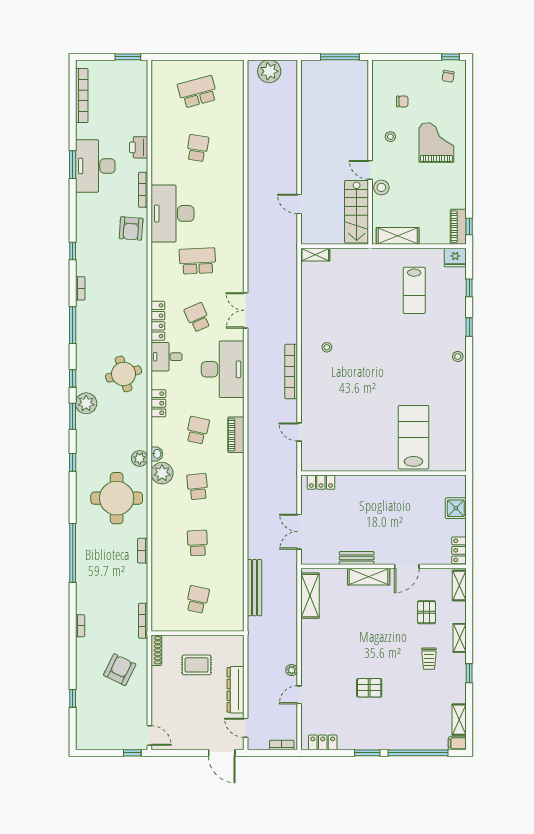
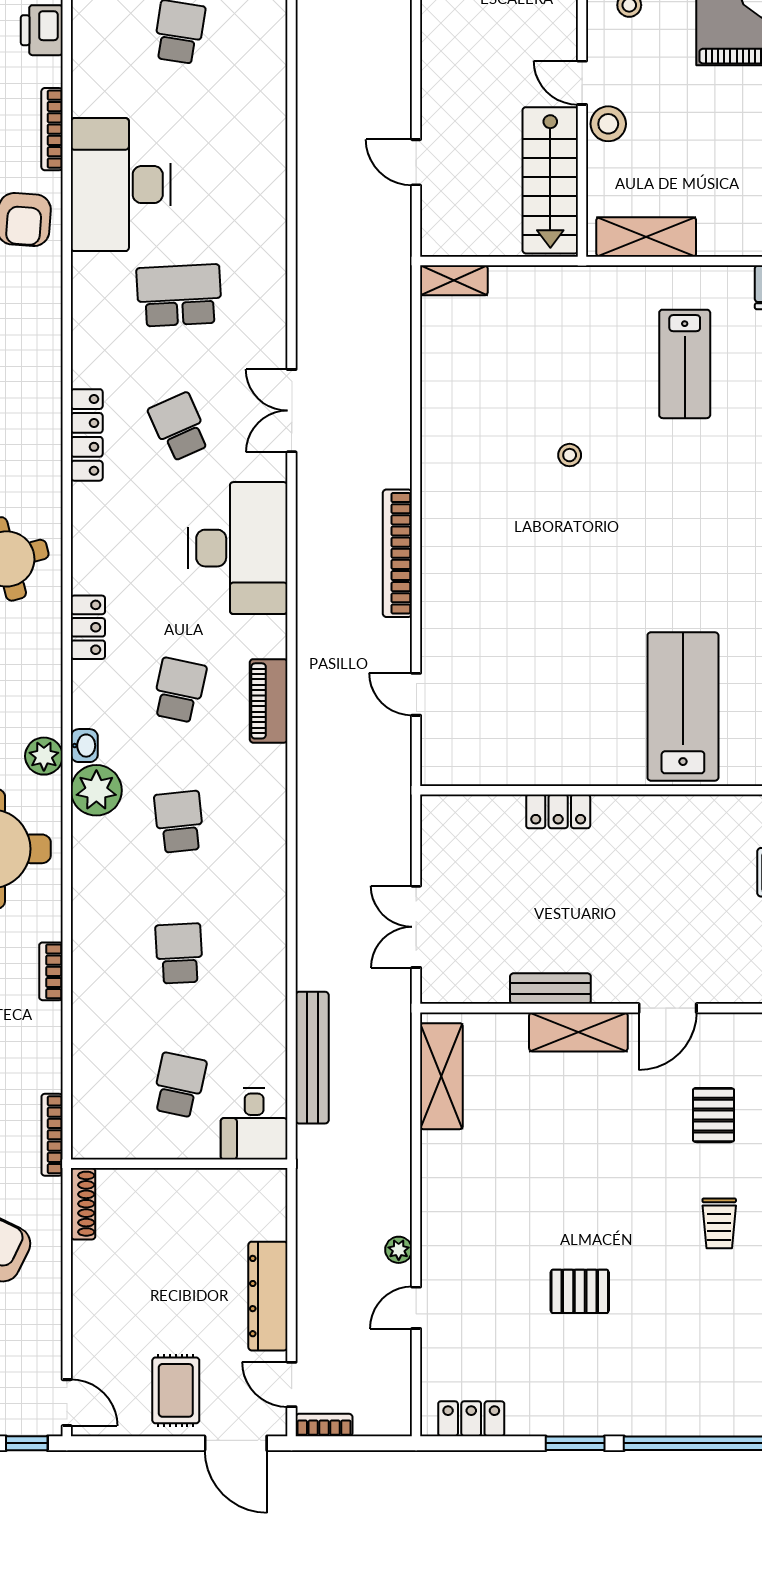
stool: (327, 347) -> (570, 455), moved
desk: (167, 357) -> (254, 1124), moved, turned -90
locker: (321, 482) -> (558, 811), moved
rug: (197, 665) -> (176, 1390), moved, turned 90
bookcase: (282, 745) -> (324, 1425), moved

